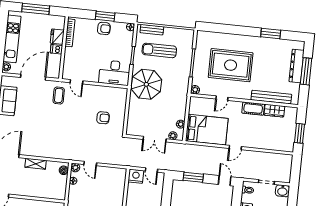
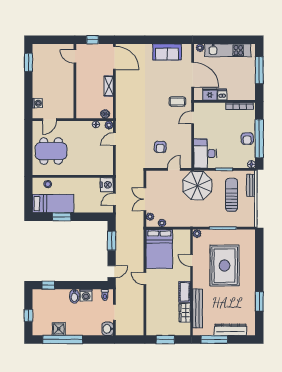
window: (105, 16) -> (259, 139), width x2.11
fridge: (57, 37) -> (210, 94), moved
window: (306, 71) -> (214, 340), moved
door: (127, 106) -> (174, 169), added

